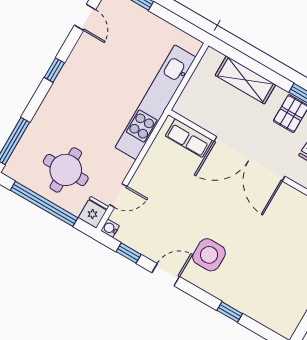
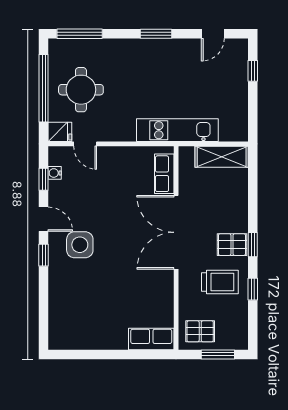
window: (54, 70) -> (156, 34), width x1.50
shelving: (245, 80) -> (222, 157), moved, turned 90
kitchen unit: (155, 102) -> (177, 130), width x0.73
water cooler: (110, 228) -> (55, 173), moved, turned -90
window: (230, 312) -> (44, 255), moved

